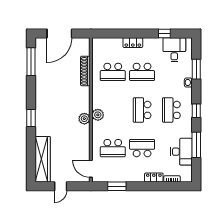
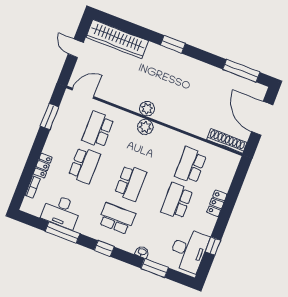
desk: (174, 50) -> (189, 250), width x1.37
shoe rack: (85, 71) -> (227, 141), moved
school desk: (142, 110) -> (131, 183), turned 90

